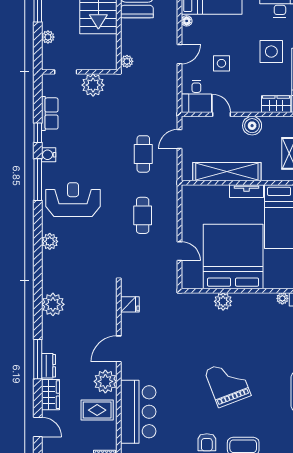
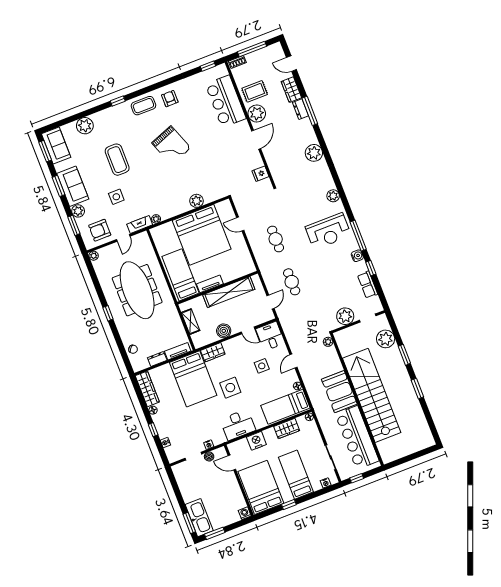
plant: (48, 37) -> (386, 339), width x1.87, depth x1.87

